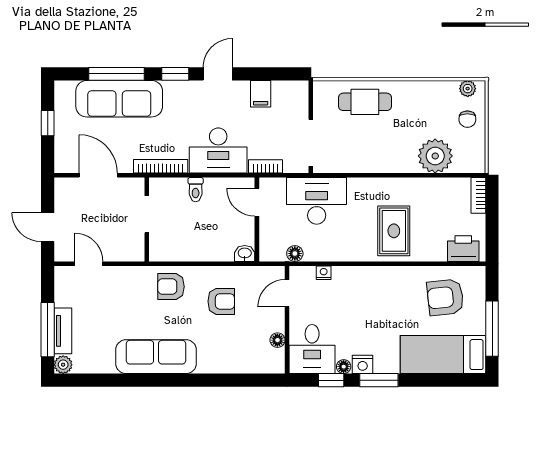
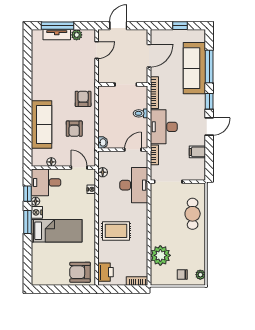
door: (218, 74) -> (209, 127), hinge flipped
armchair: (445, 297) -> (80, 272), moved, turned -84
window: (492, 329) -> (58, 289), removed
bed: (443, 355) -> (57, 231), moved, turned 90
sofa: (156, 357) -> (41, 125), moved
plant: (63, 365) -> (77, 35), moved

